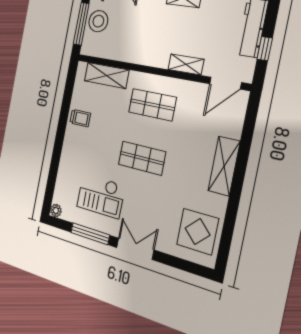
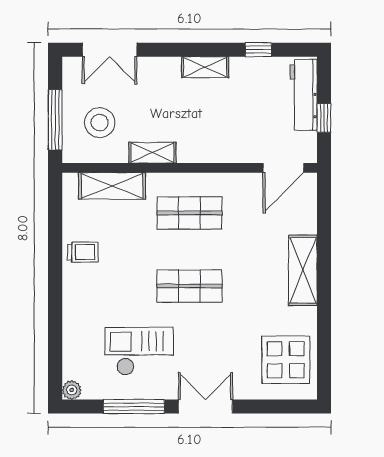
stool: (98, 21) -> (100, 123), moved
shelving: (186, 64) -> (152, 153), moved
checkout: (101, 196) -> (139, 351), turned 180

